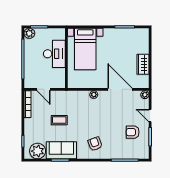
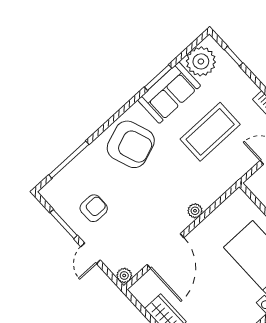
door: (120, 89) -> (165, 251), hinge flipped
door: (150, 116) -> (91, 253), swing flipped
coffee table: (59, 120) -> (210, 132), width x1.86, depth x1.72
armchair: (95, 144) -> (131, 144), width x1.88, depth x1.88

